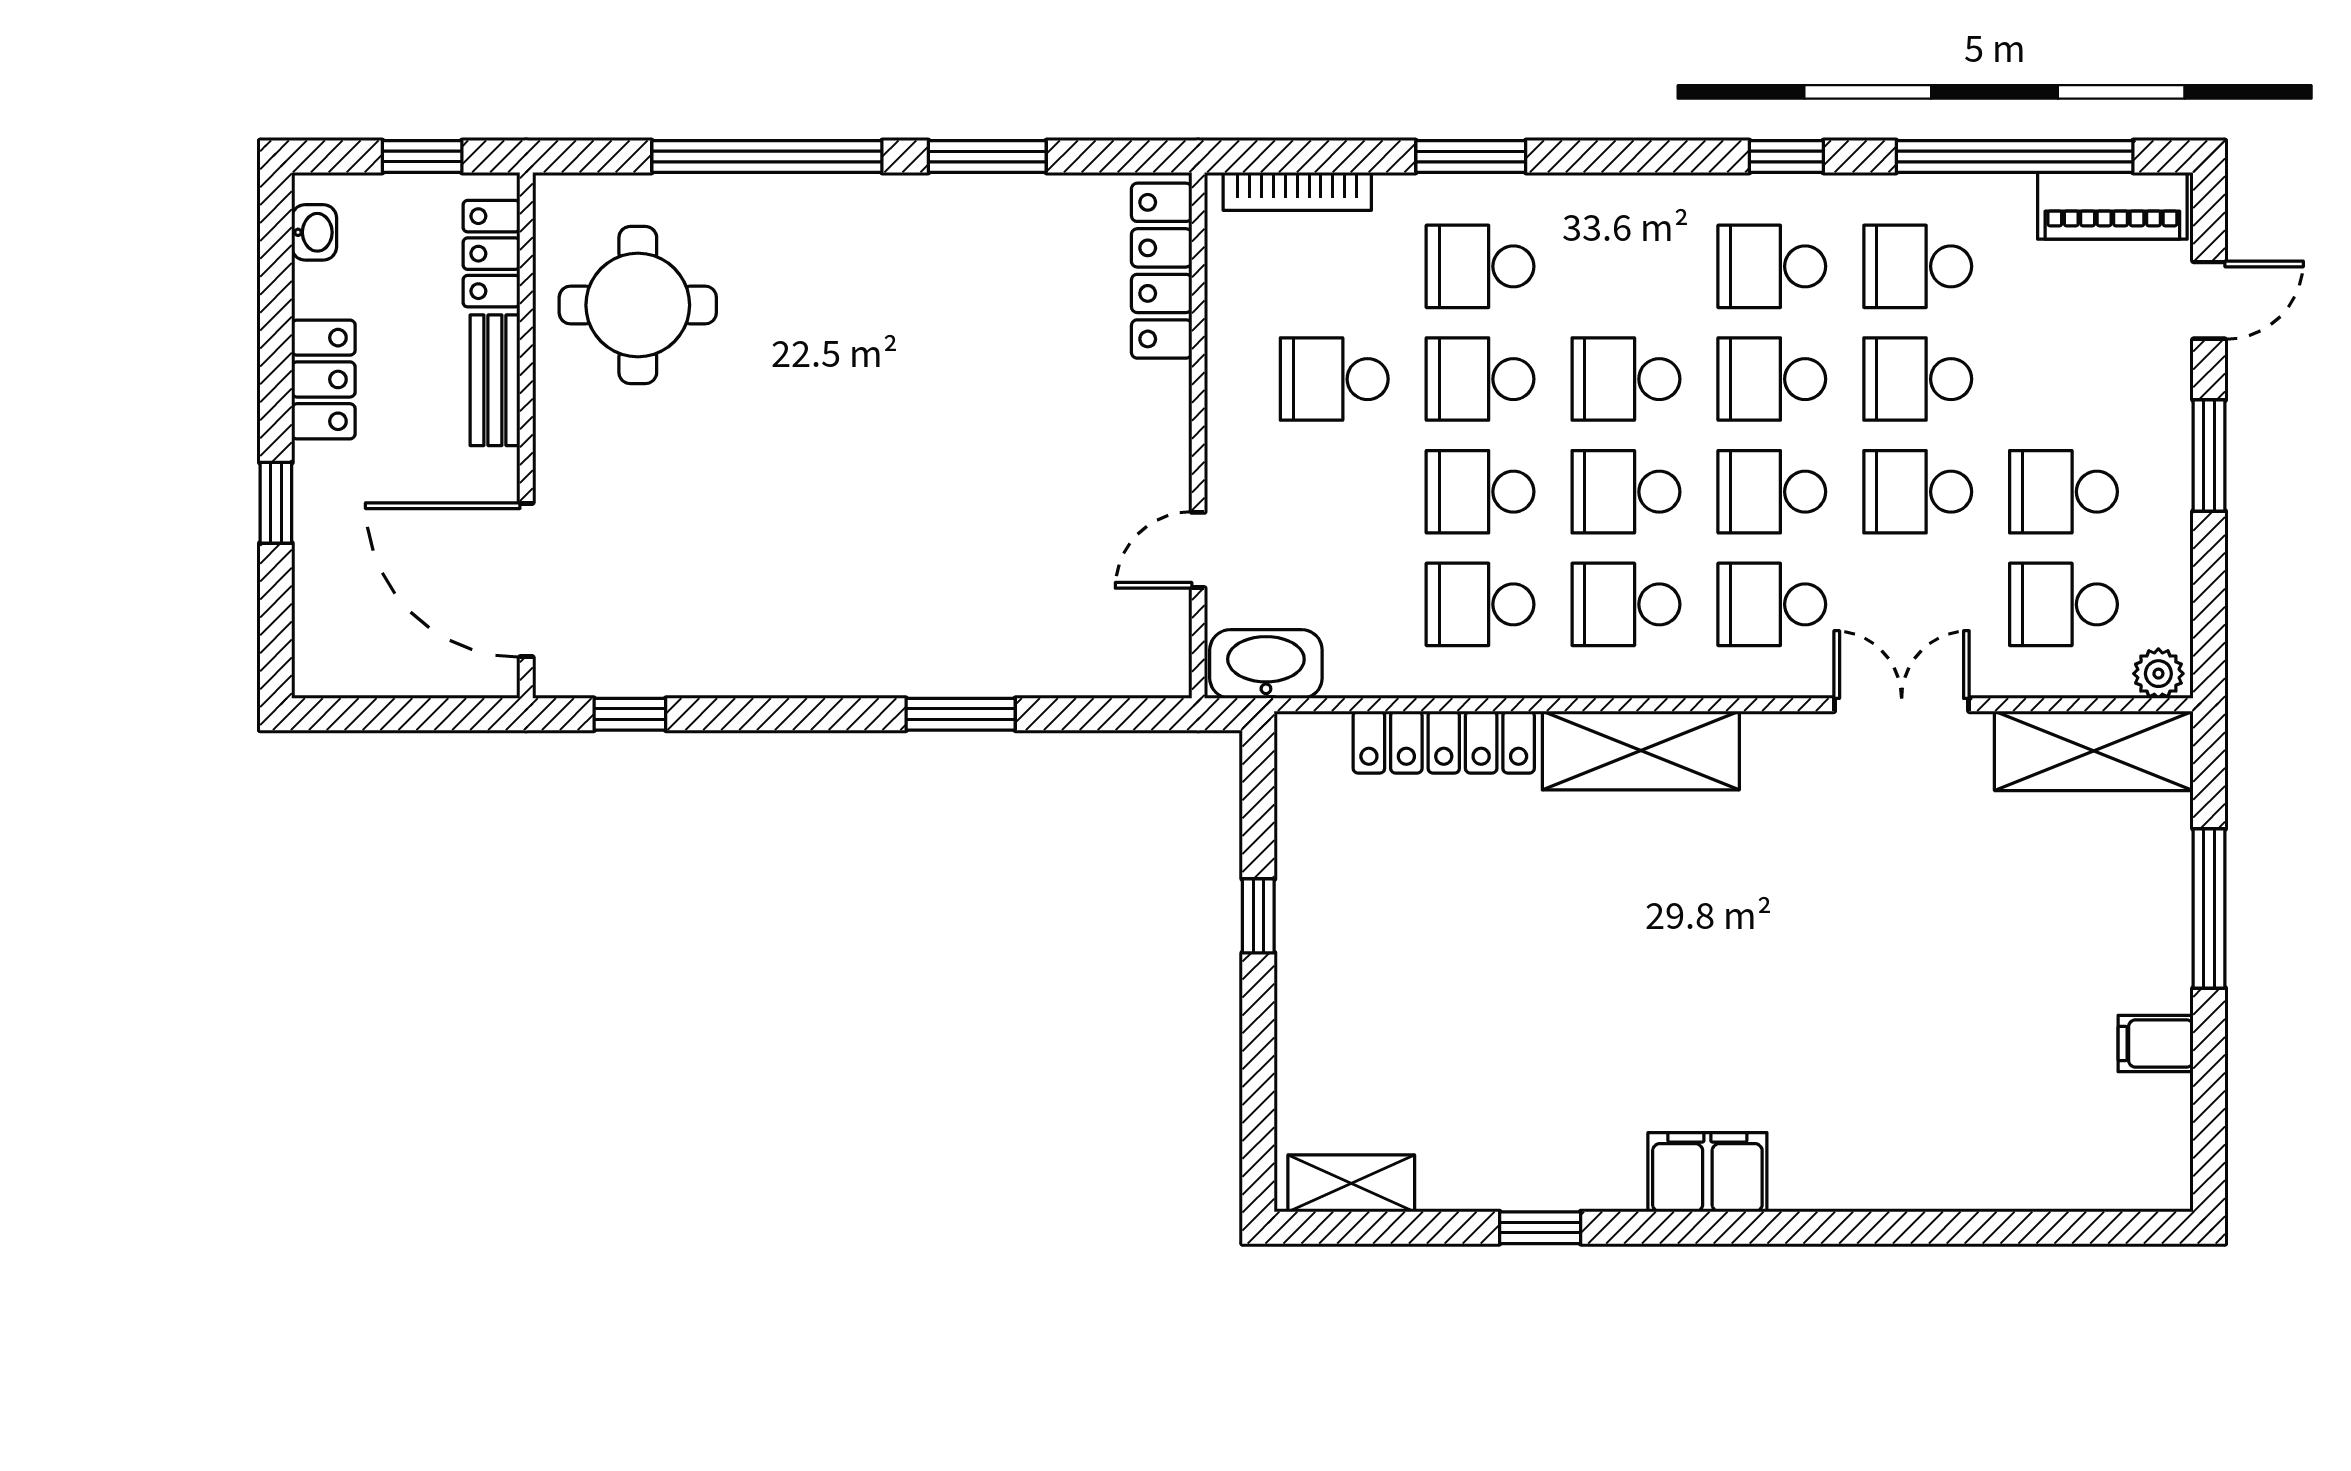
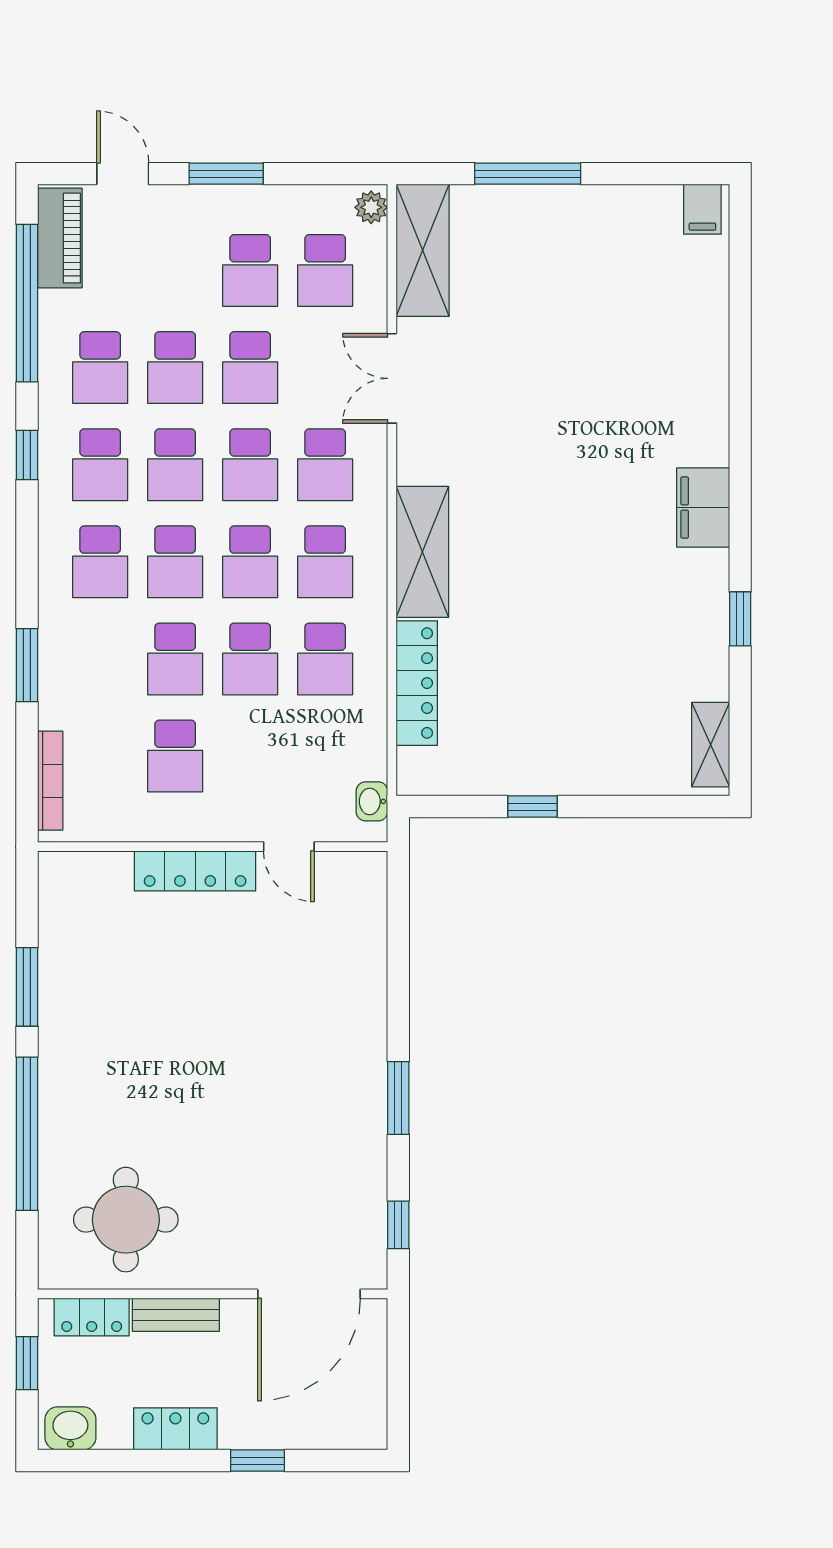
washbasin: (314, 232) -> (70, 1428), width x1.38, depth x1.45
school desk: (1480, 266) -> (100, 562), moved
locker: (1162, 271) -> (195, 871), moved
washbasin: (1266, 664) -> (372, 801), width x0.52, depth x0.69
window: (961, 714) -> (398, 1098), moved
filing cabinet: (2156, 1044) -> (702, 209), moved

